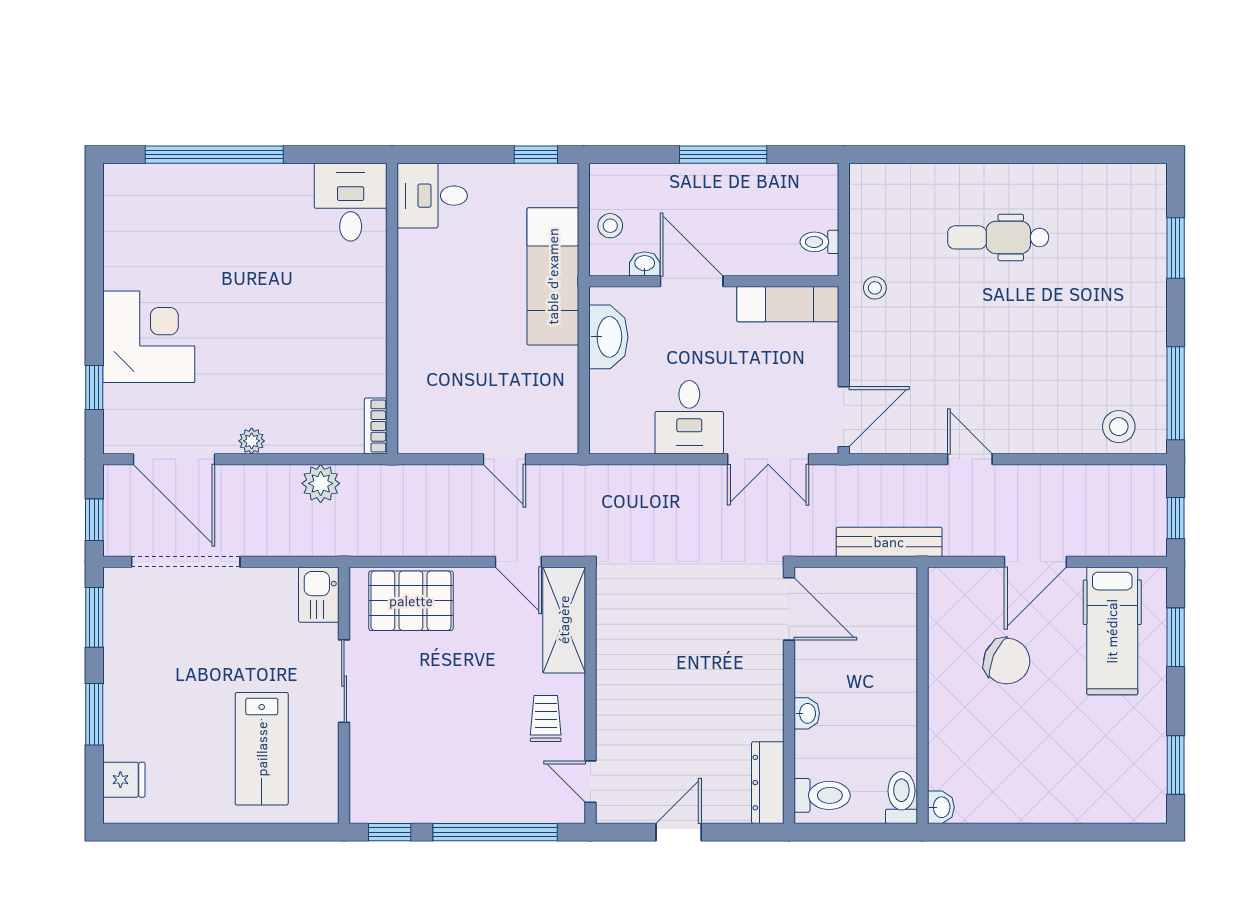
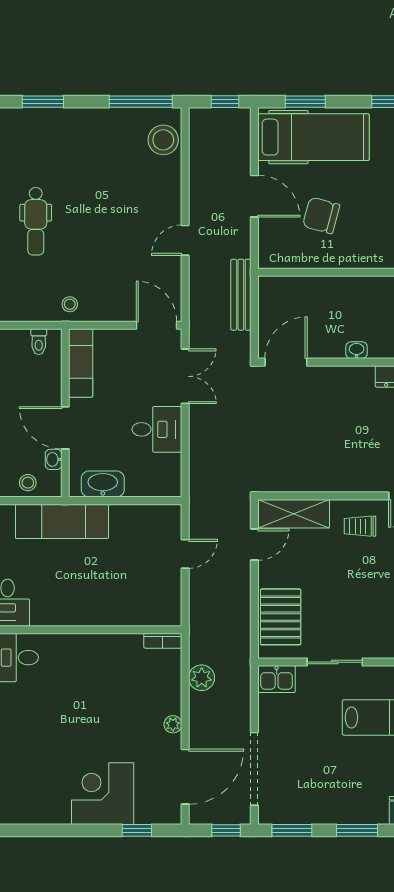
door: (692, 281) -> (65, 428), hinge flipped
stool: (1119, 427) -> (163, 140), width x1.38, depth x1.38
hospital bed: (1112, 631) -> (313, 137), width x1.37, depth x1.29
chair: (1007, 661) -> (321, 215), turned -99

